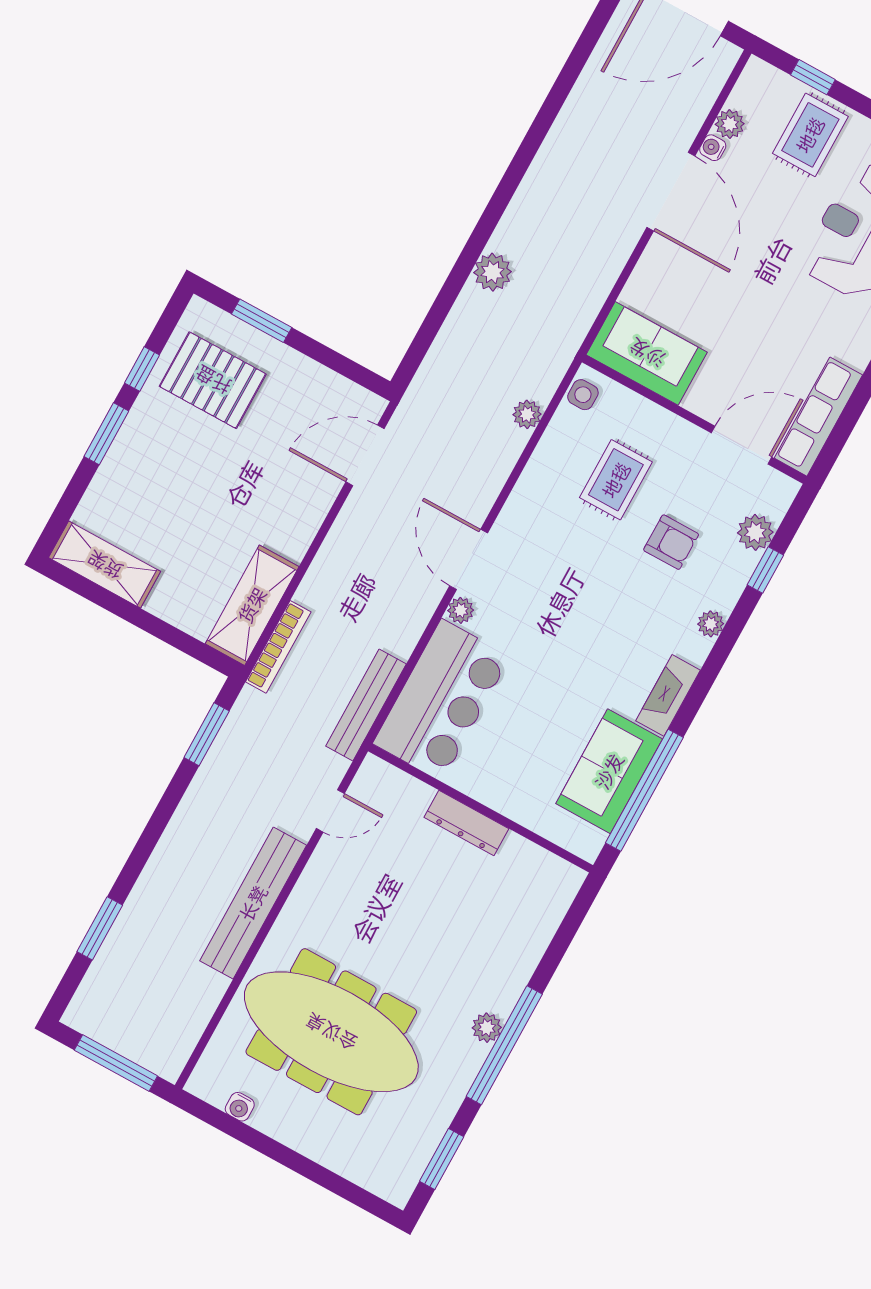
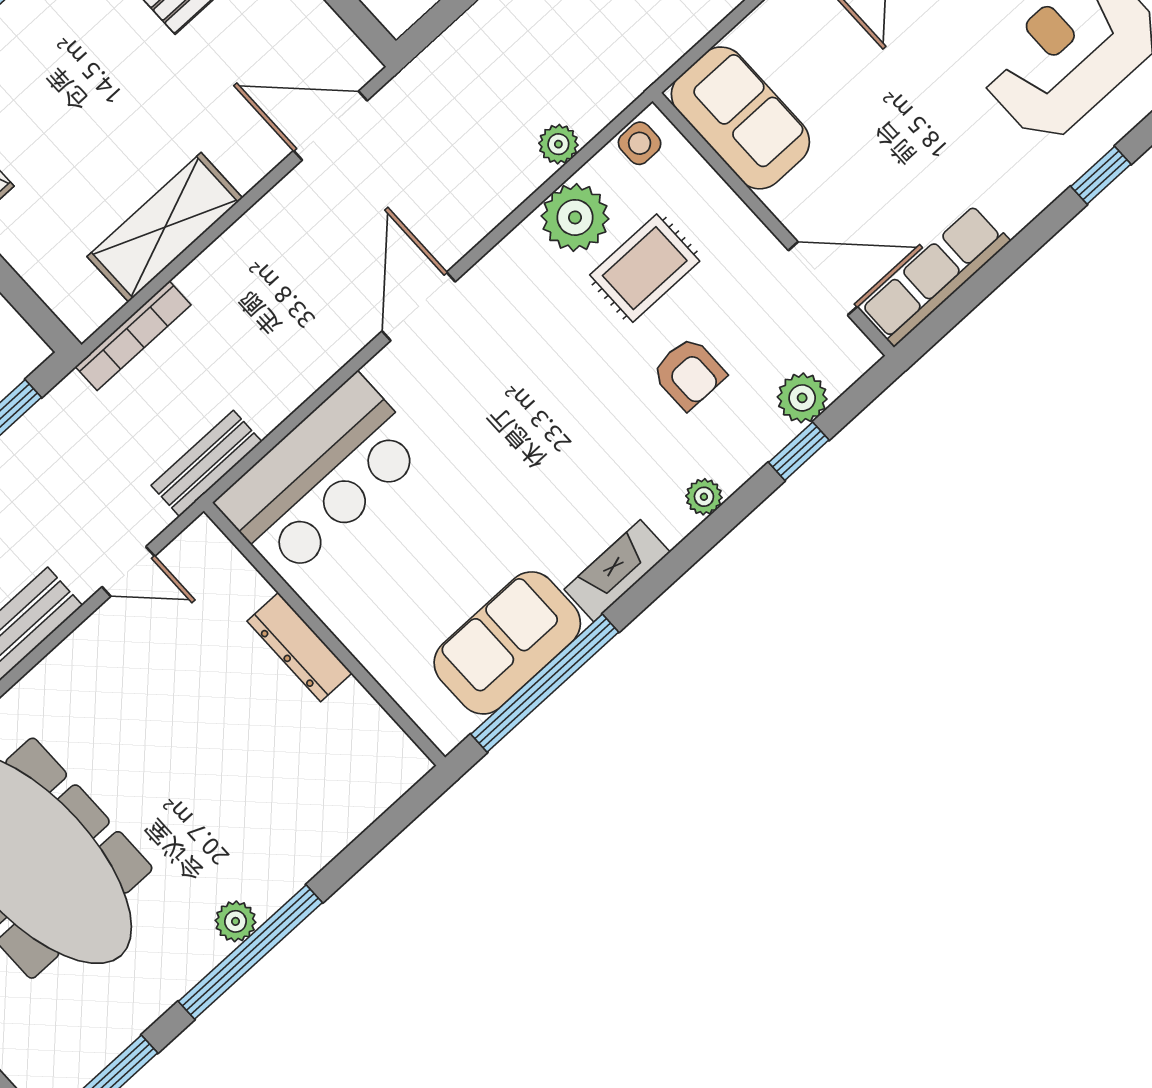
shelving: (252, 605) -> (165, 227), moved
plant: (461, 610) -> (575, 217), moved, width x1.88, depth x1.88
bench: (366, 705) -> (206, 463), width x0.73

